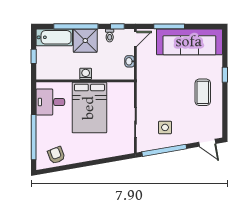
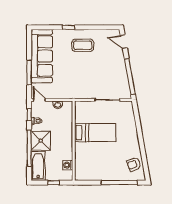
washing machine: (86, 74) -> (68, 165), moved
desk: (50, 102) -> (91, 169), removed
bed: (89, 108) -> (95, 133), width x0.67
side table: (165, 127) -> (111, 76), removed
door: (207, 143) -> (124, 42), swing flipped

